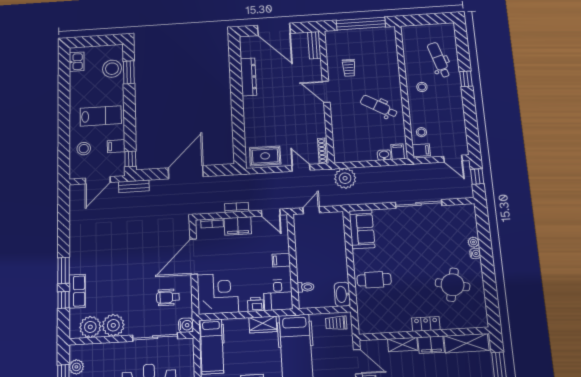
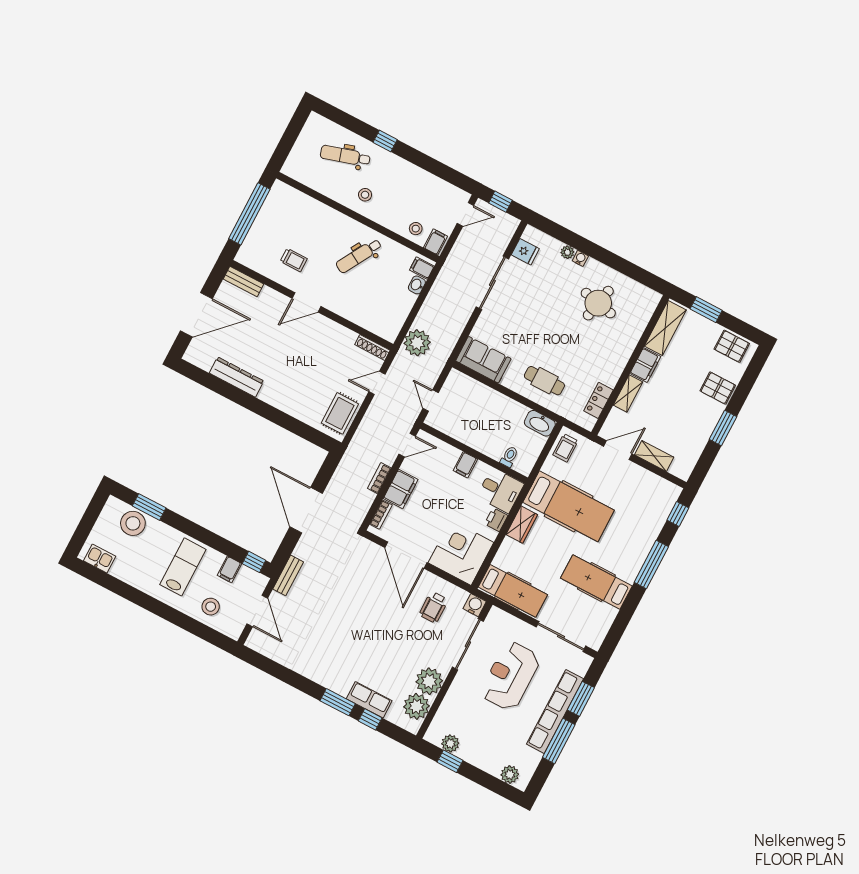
fridge: (455, 213) -> (525, 252), added
cafe table: (374, 280) -> (544, 381), turned 90
locker: (426, 324) -> (598, 400), moved

